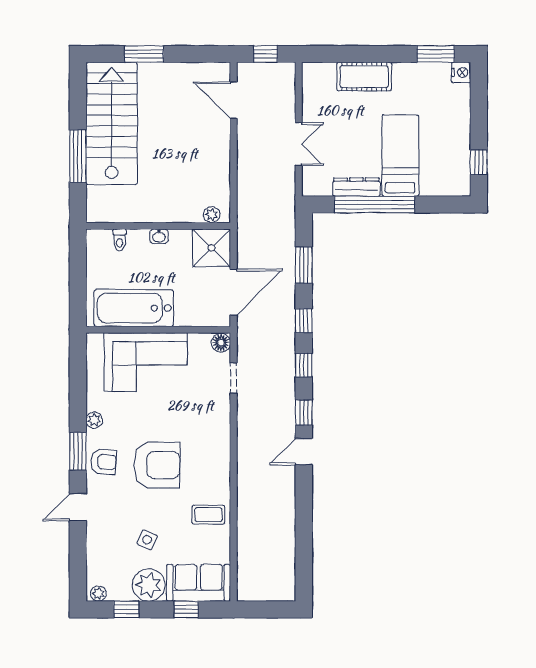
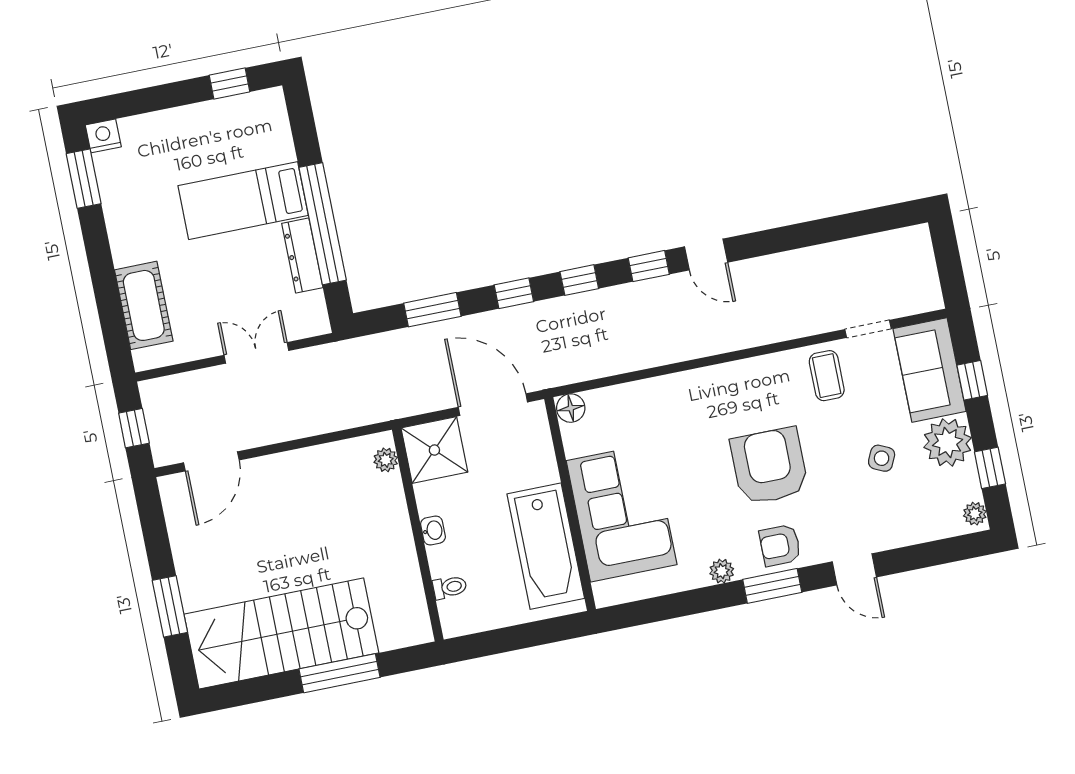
cot: (364, 77) -> (144, 305), moved
doorway: (234, 378) -> (868, 329), moved
armchair: (103, 462) -> (780, 545), turned -95

